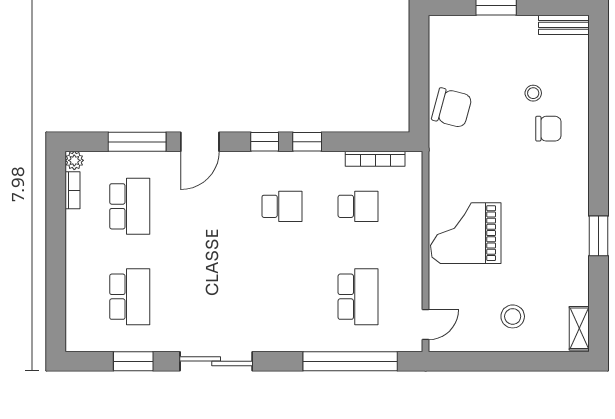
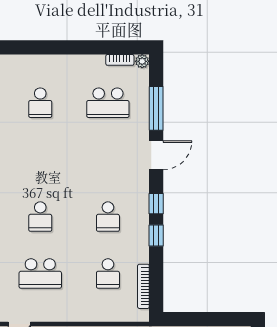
door: (200, 142) -> (156, 155), swing flipped
school desk: (130, 297) -> (40, 103), width x0.54
school desk: (282, 297) -> (40, 217), added

